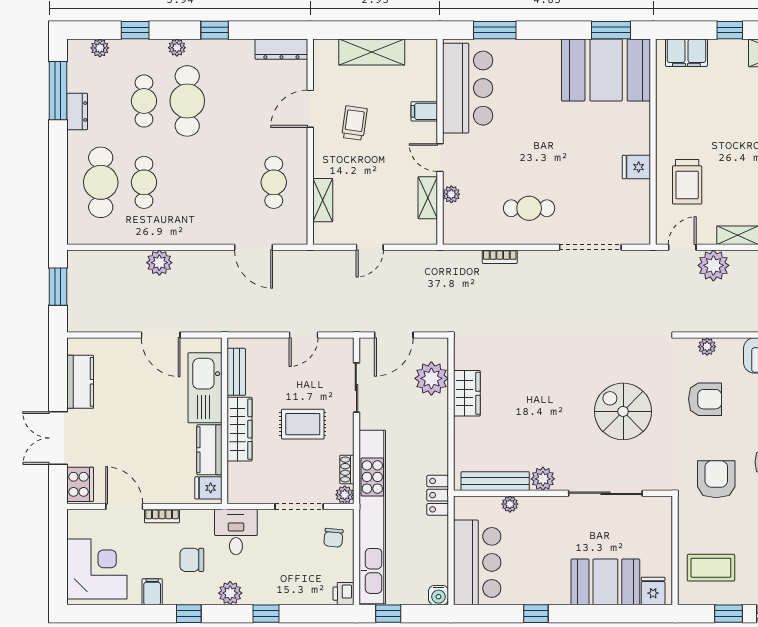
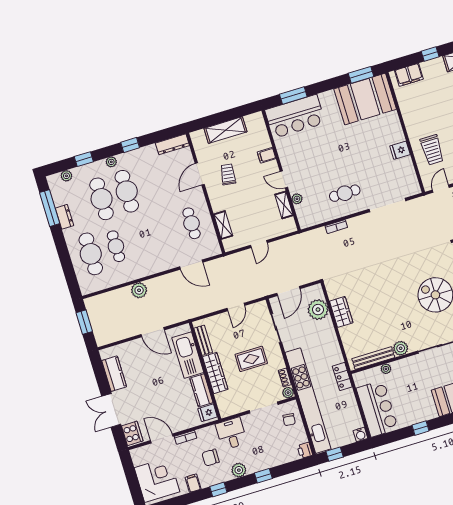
bar counter: (468, 88) -> (295, 116), moved, turned 90
cafe table: (144, 101) -> (102, 199), width x1.37, depth x1.35

